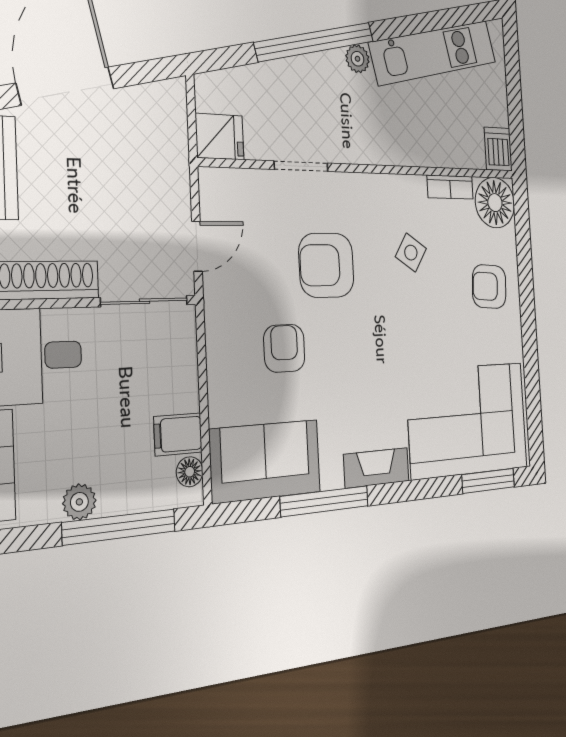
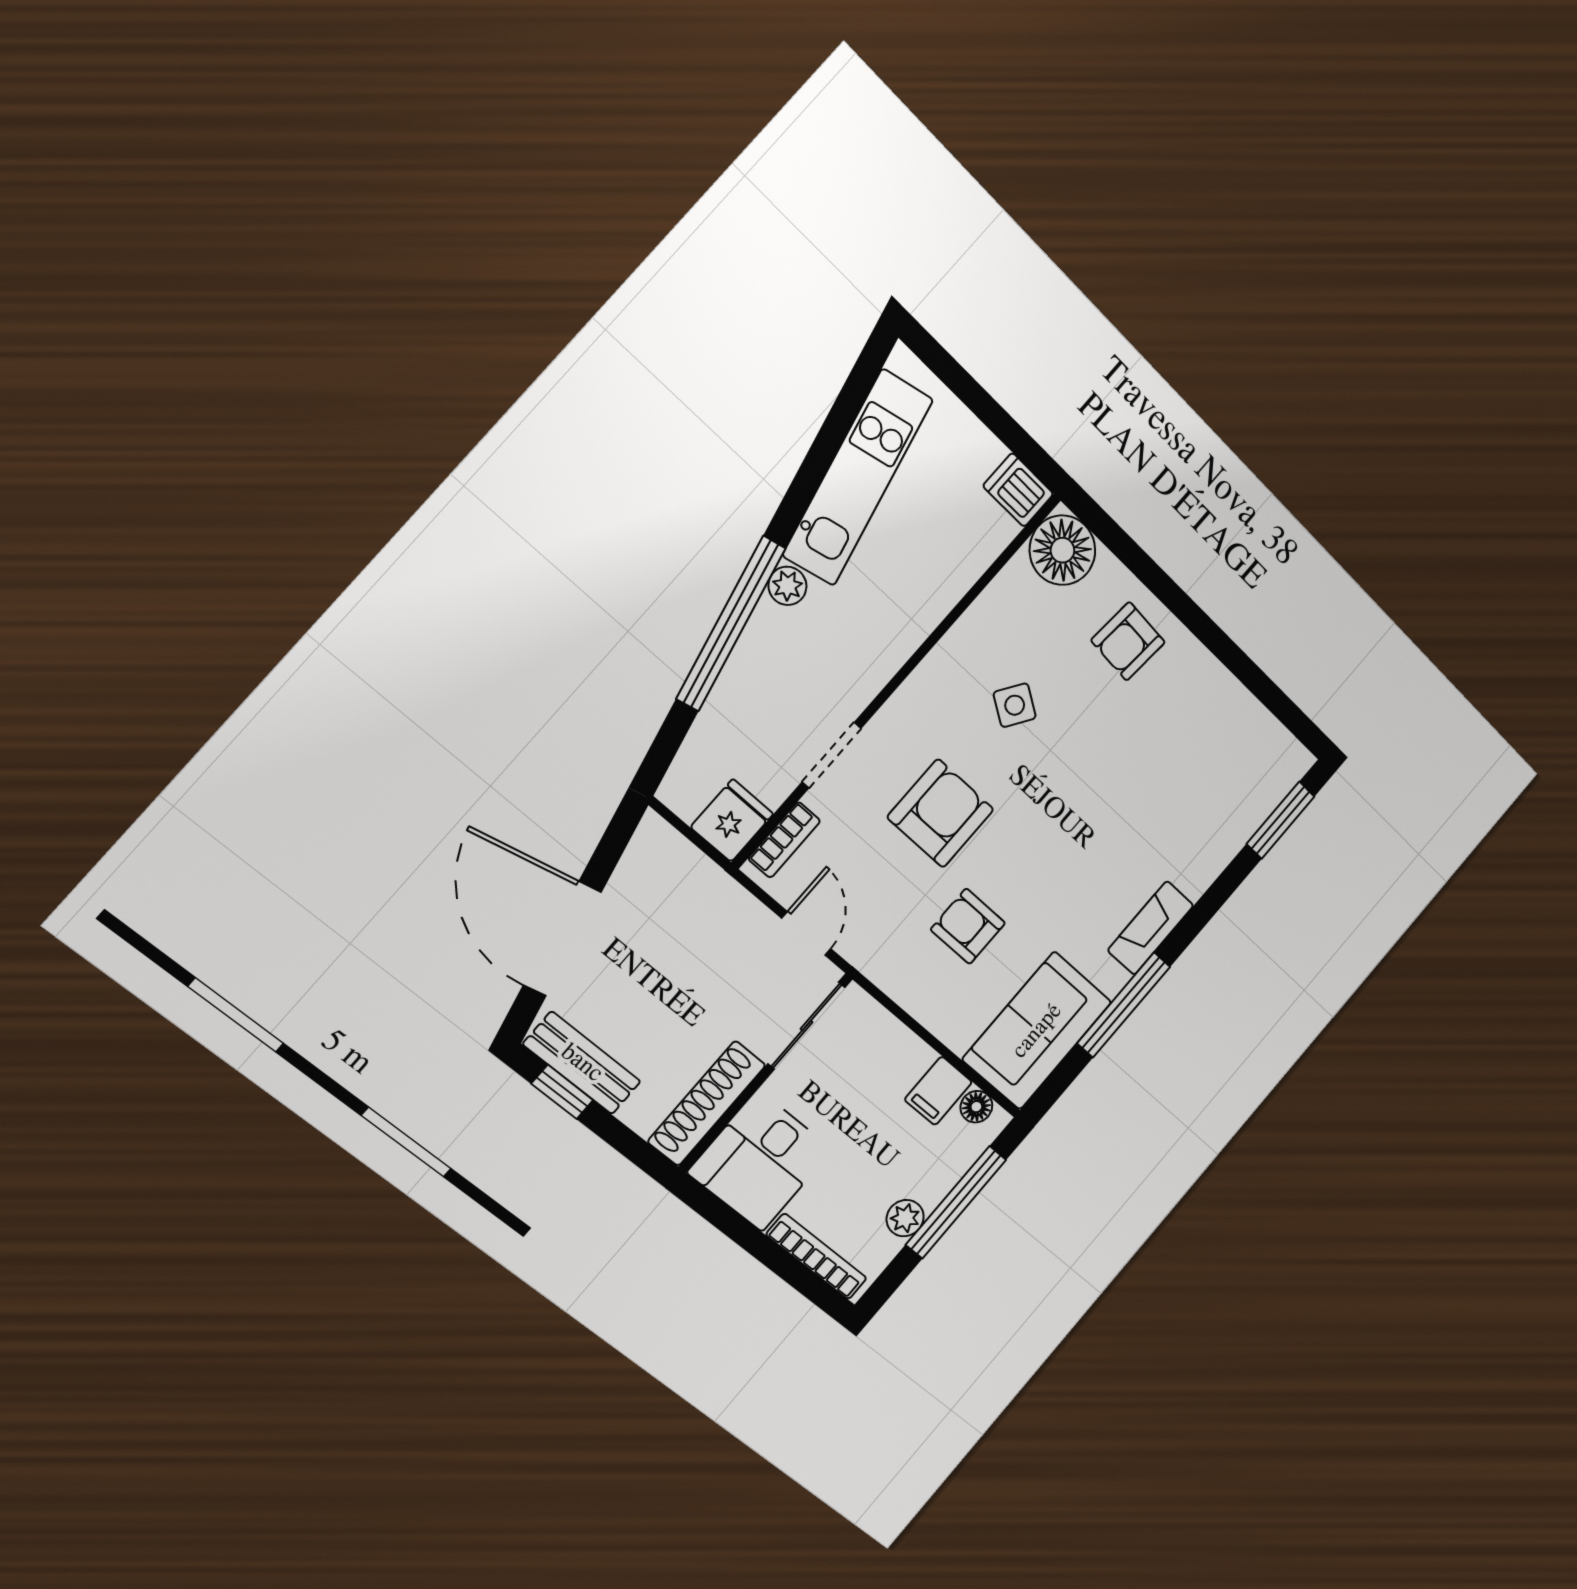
bookcase: (450, 187) -> (784, 840), moved
armchair: (326, 265) -> (941, 813), turned 180
corner sofa: (467, 420) -> (1211, 790), removed

